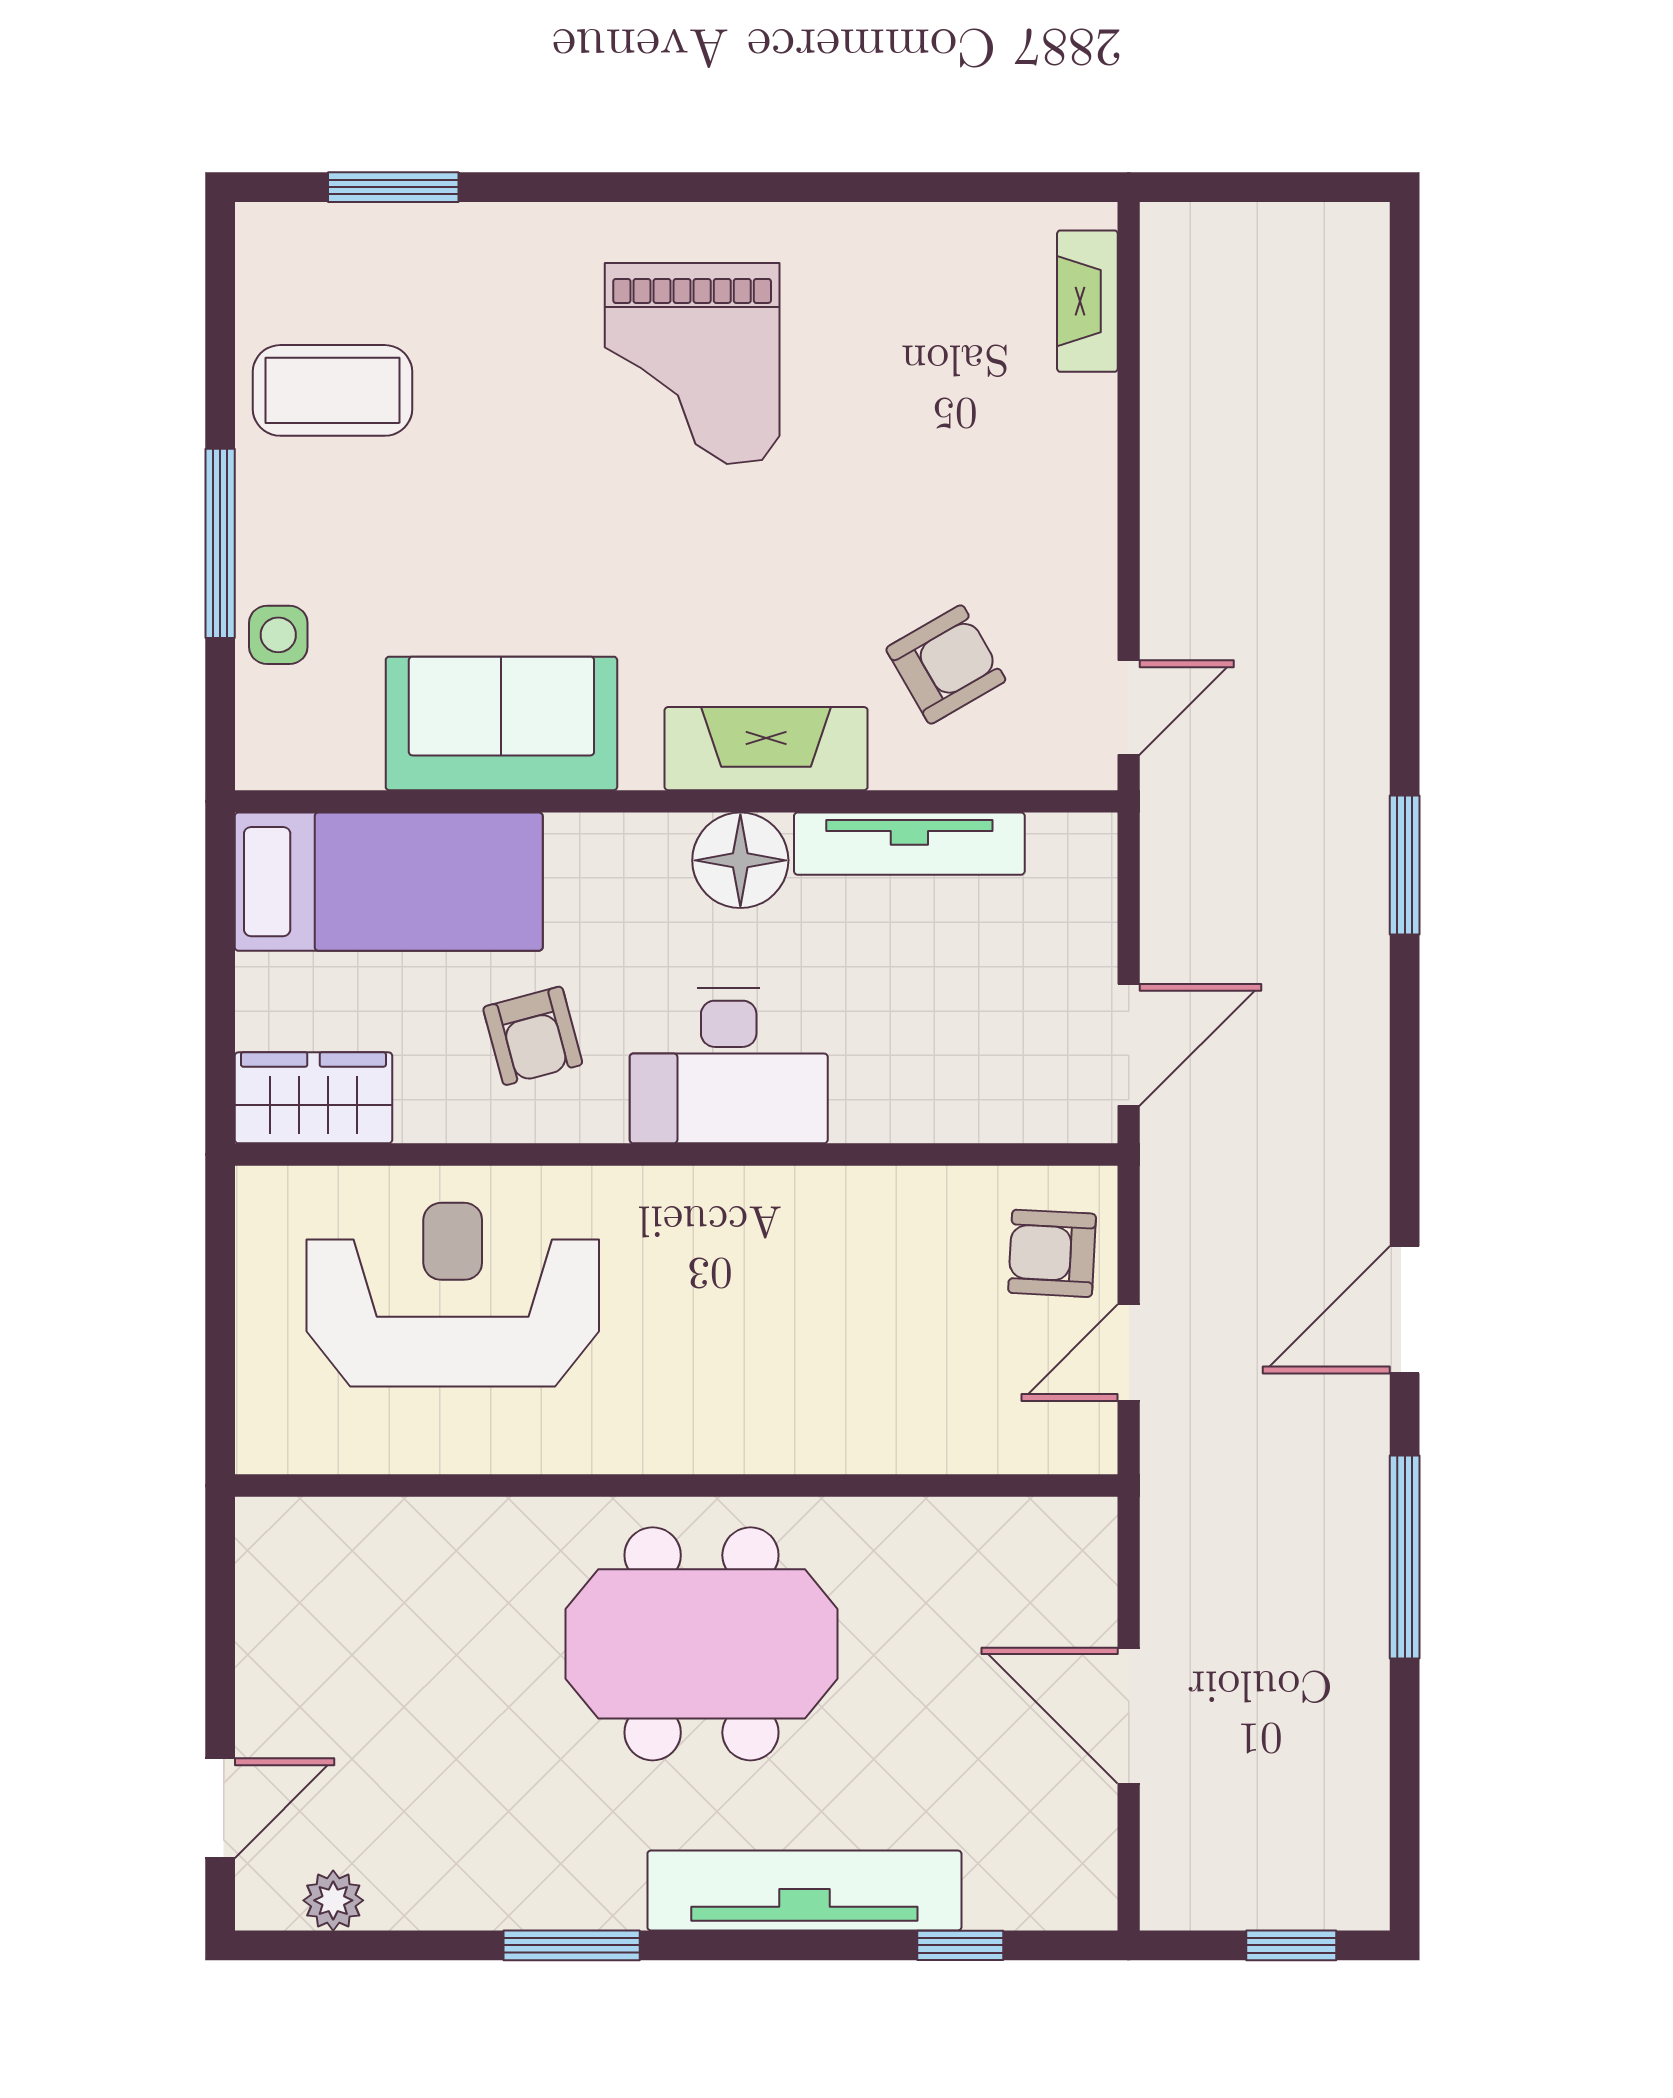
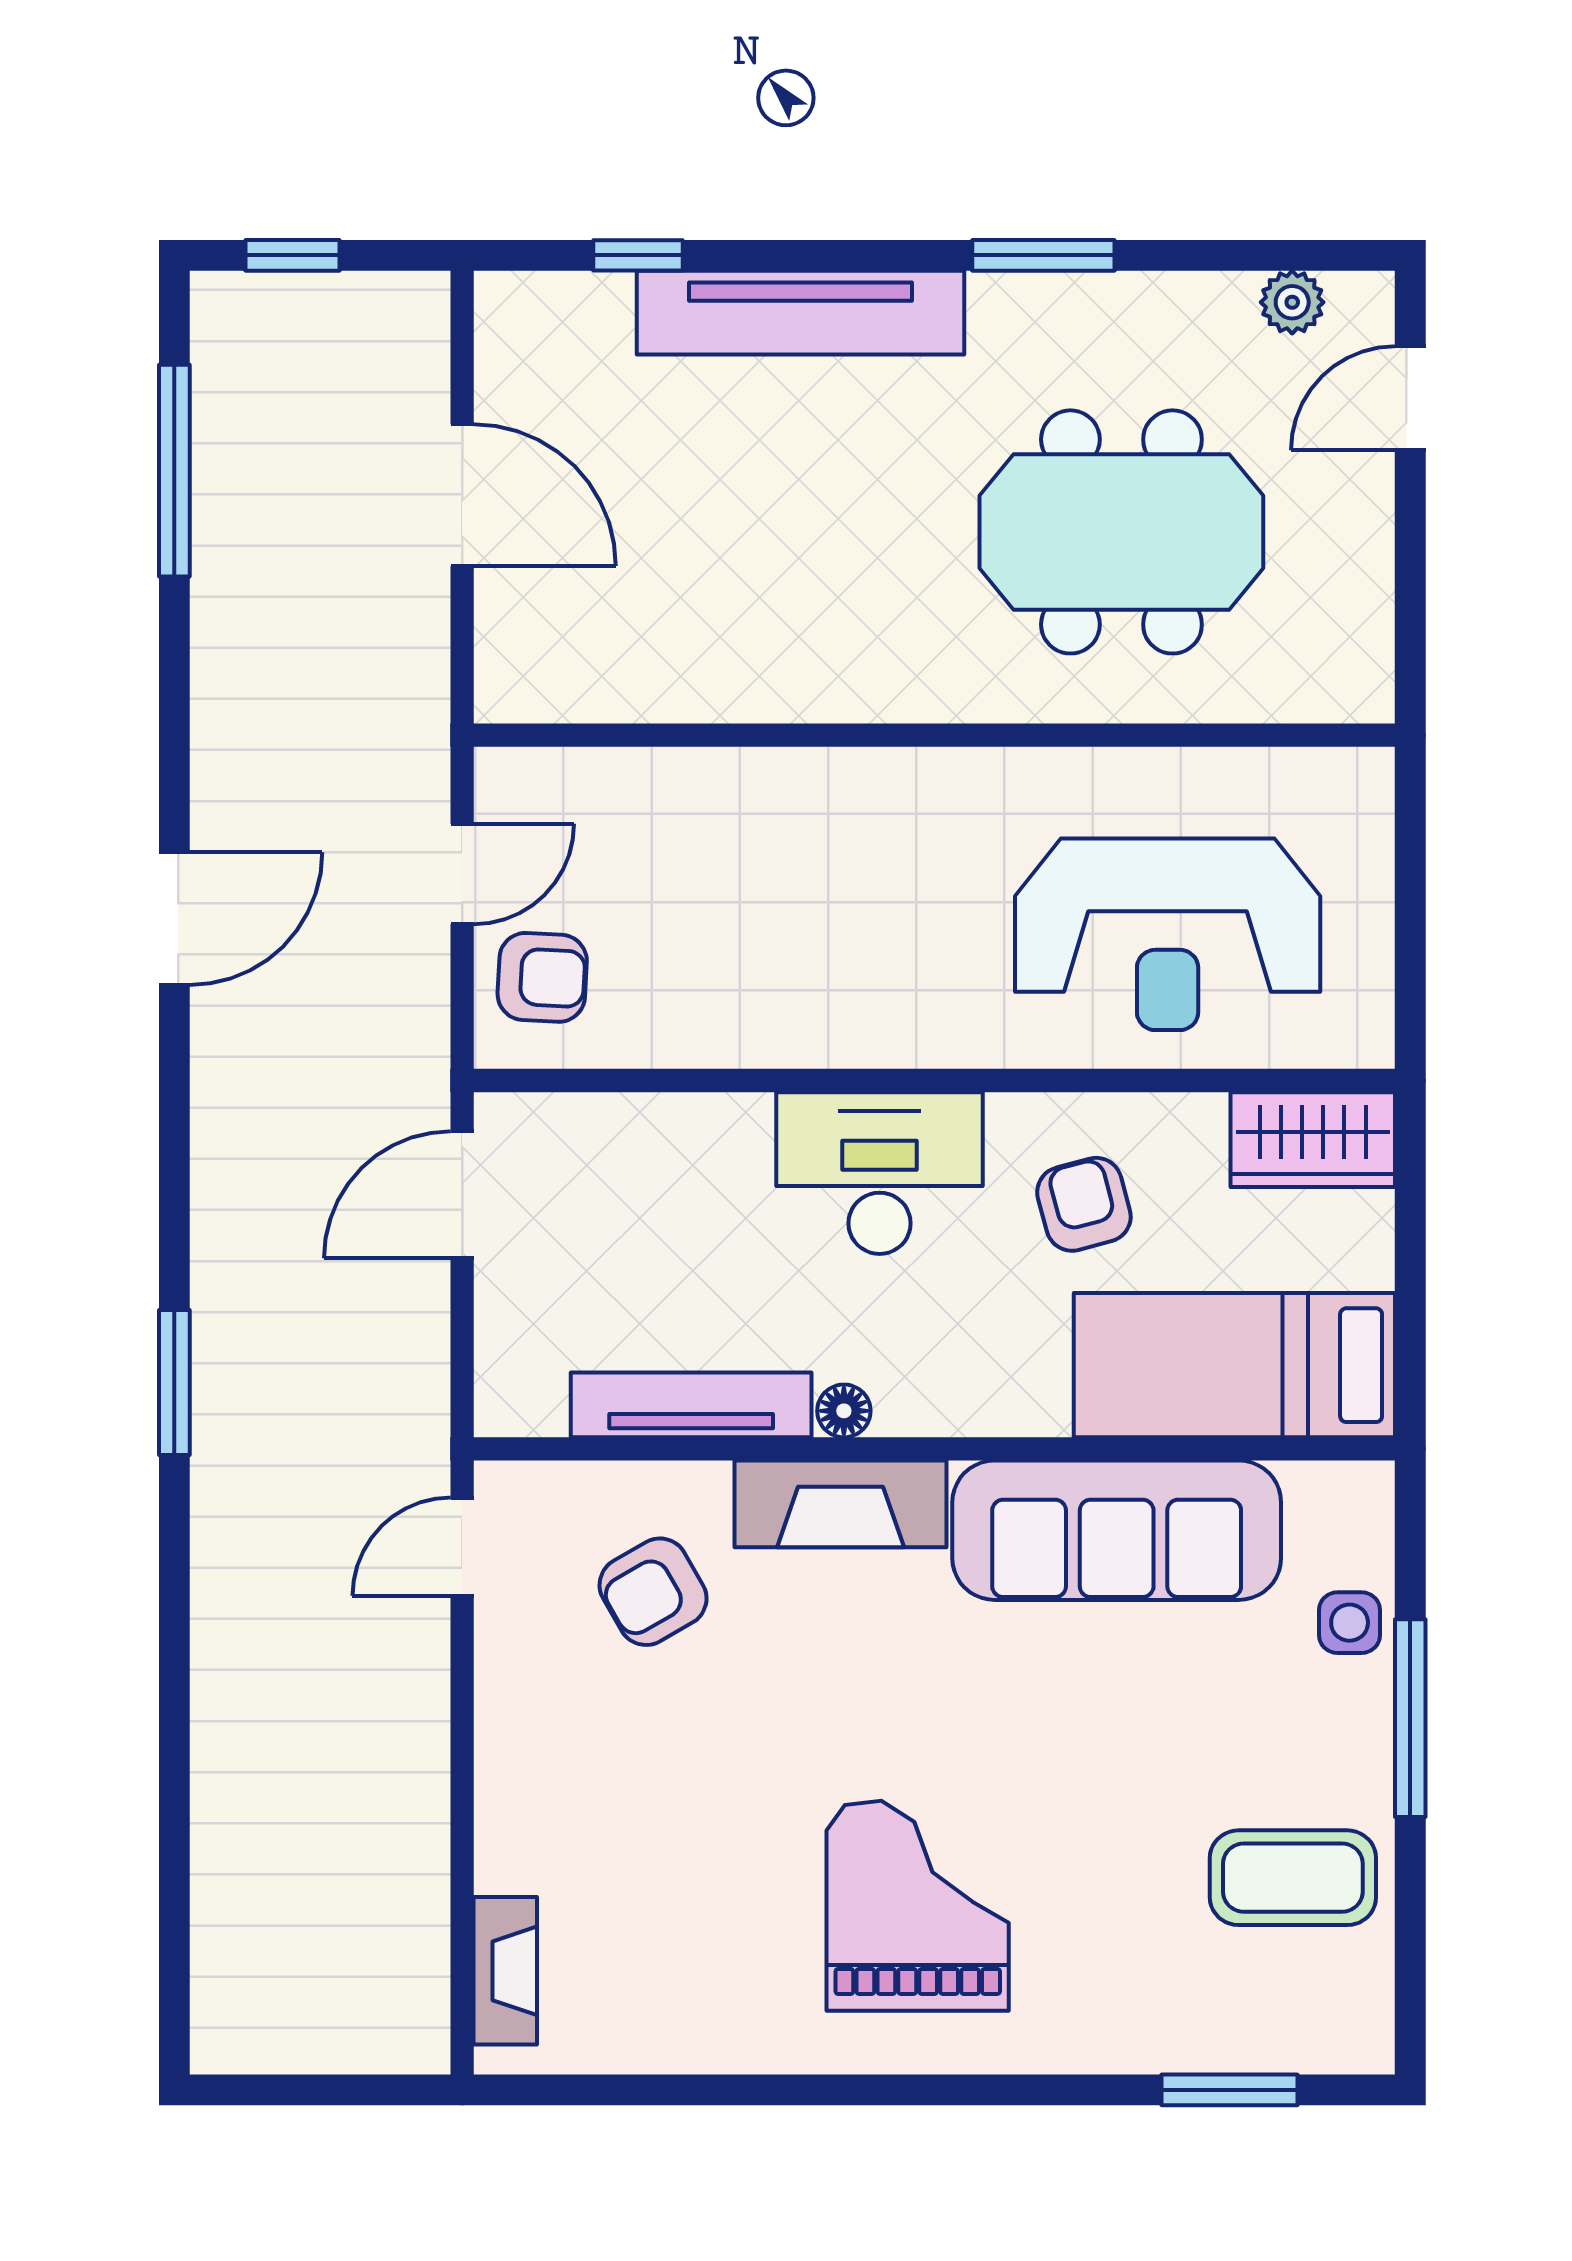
sofa: (501, 723) -> (1117, 1530), width x1.36
floor lamp: (740, 860) -> (844, 1411), width x0.53, depth x0.53
window: (1405, 1557) -> (174, 471), moved
meeting table: (702, 1644) -> (1121, 532), moved

